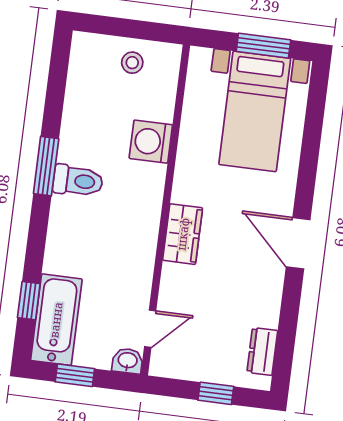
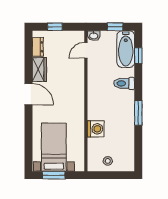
toilet: (78, 181) -> (124, 83), moved
wardrobe: (183, 234) -> (39, 70), moved, turned 180

